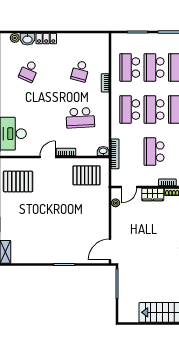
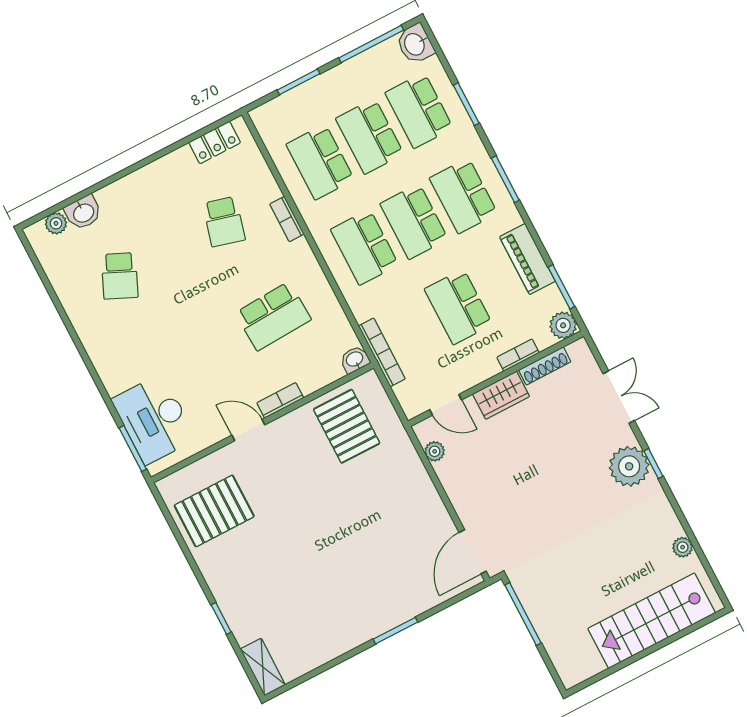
locker: (46, 39) -> (215, 142), moved
door: (48, 157) -> (248, 430), hinge flipped
pallet: (86, 175) -> (347, 426), turned 90
door: (129, 187) -> (446, 405), hinge flipped

